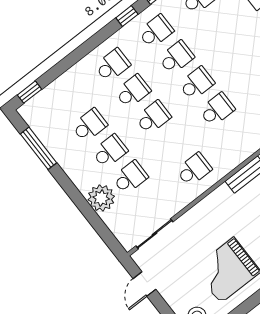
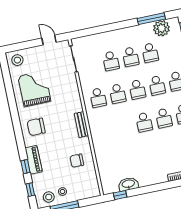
school desk: (217, 110) -> (118, 94), moved
plant: (101, 198) -> (161, 28), moved

